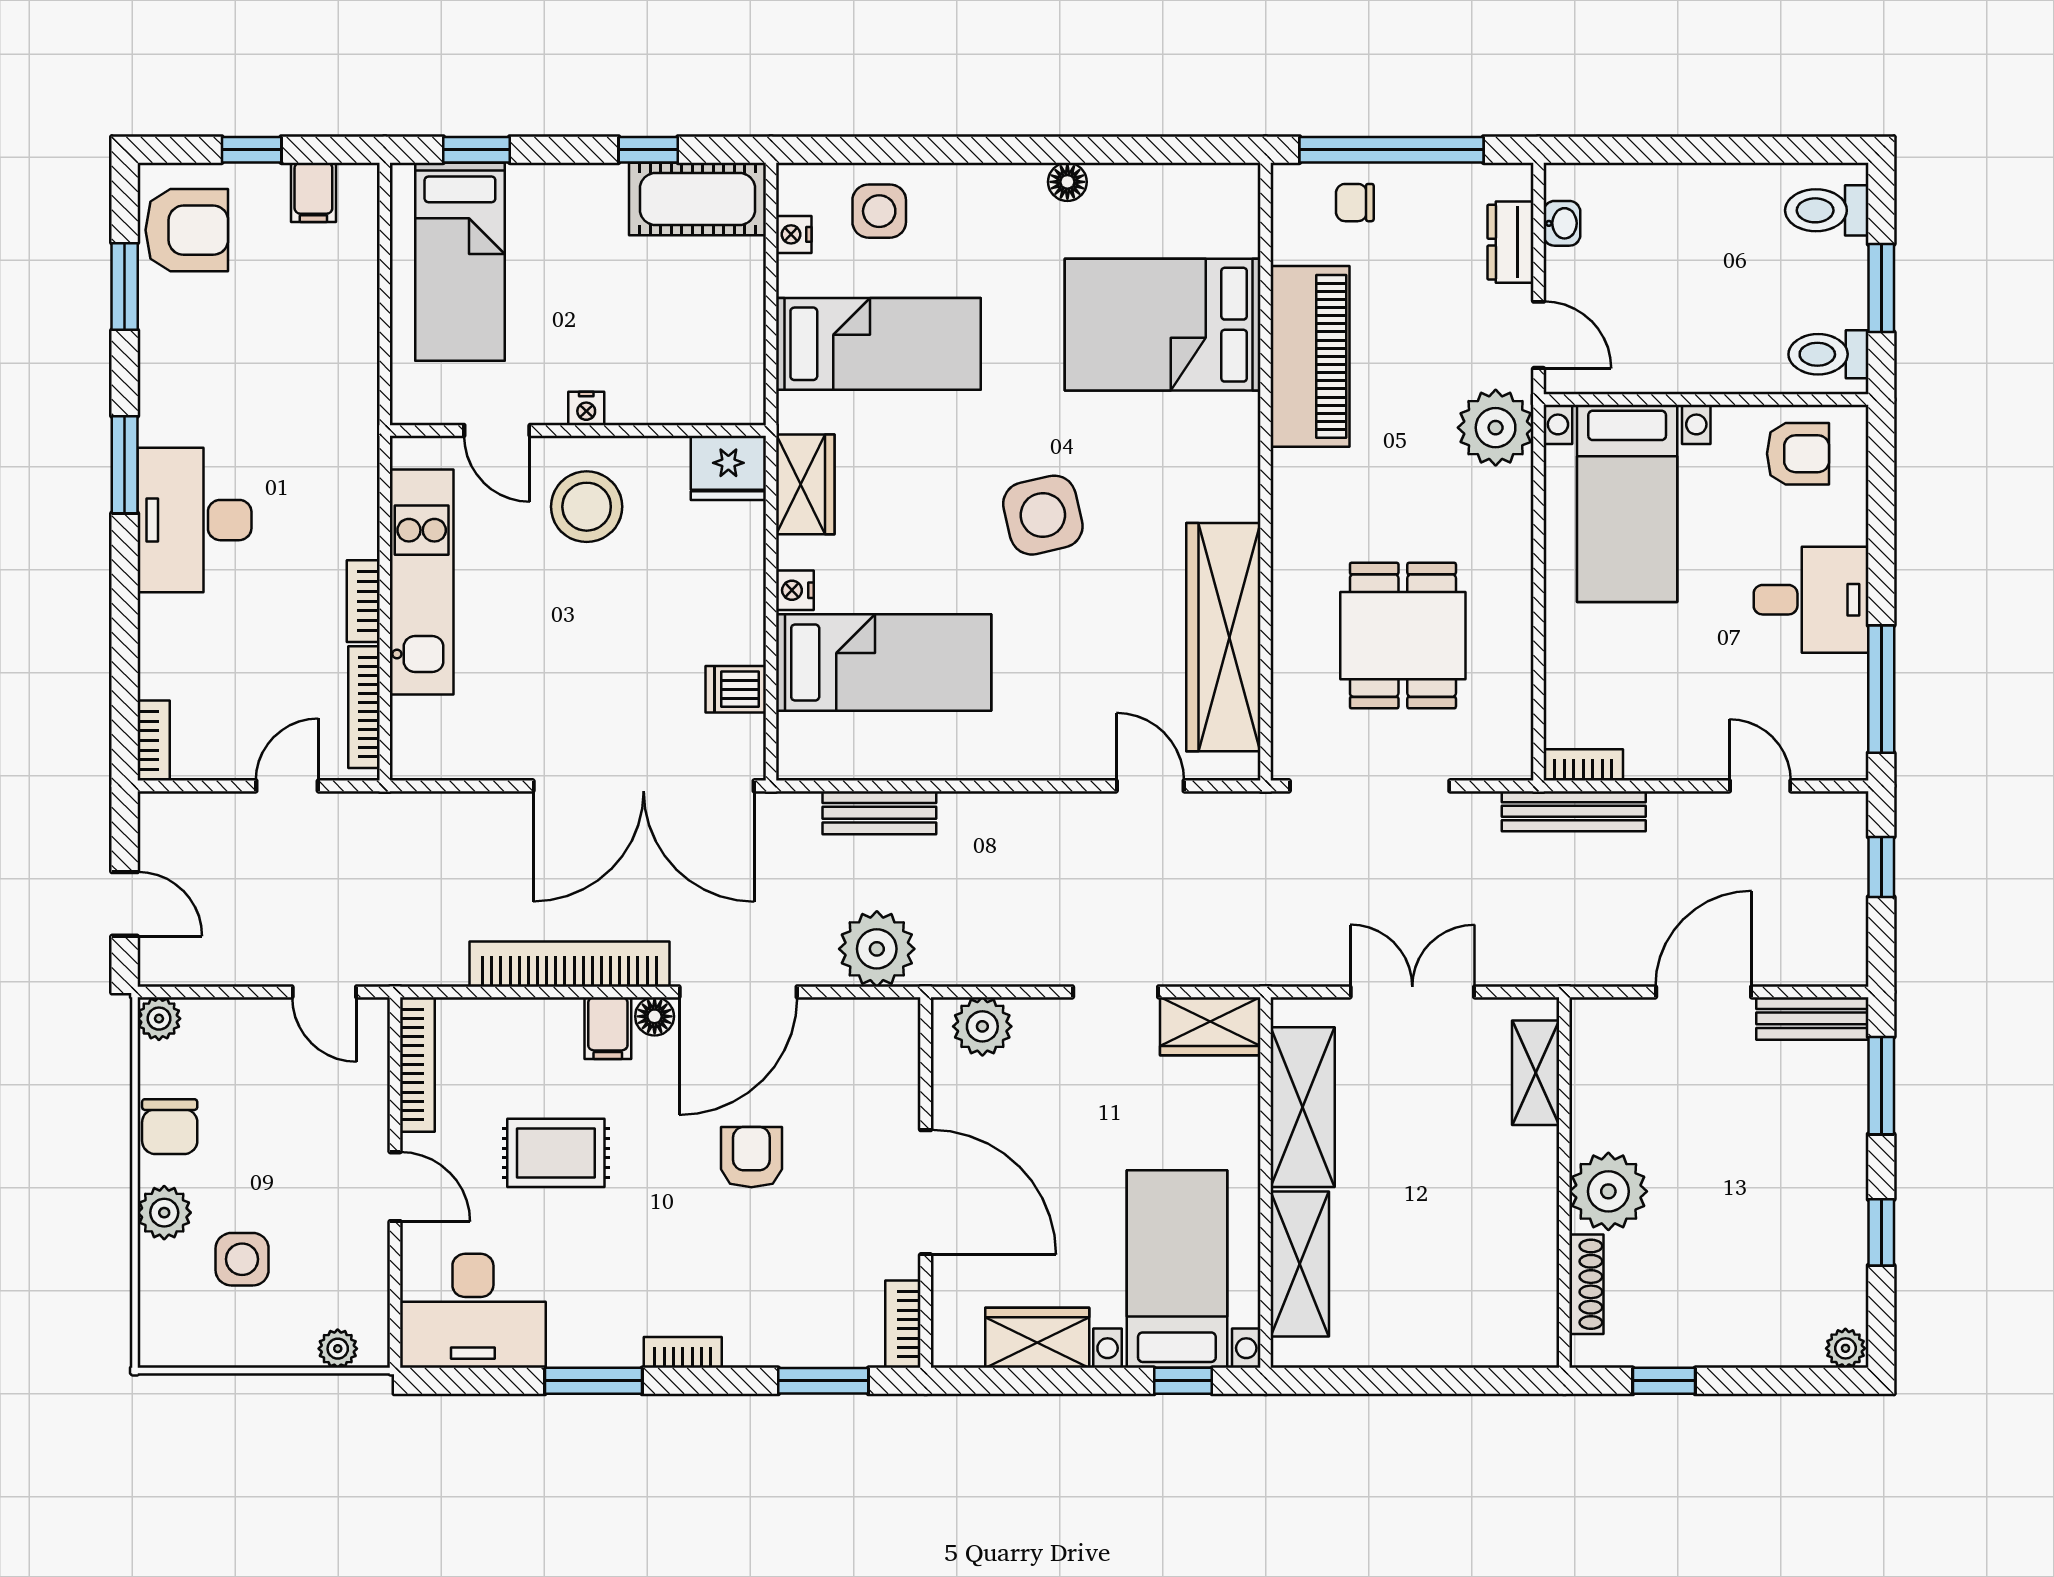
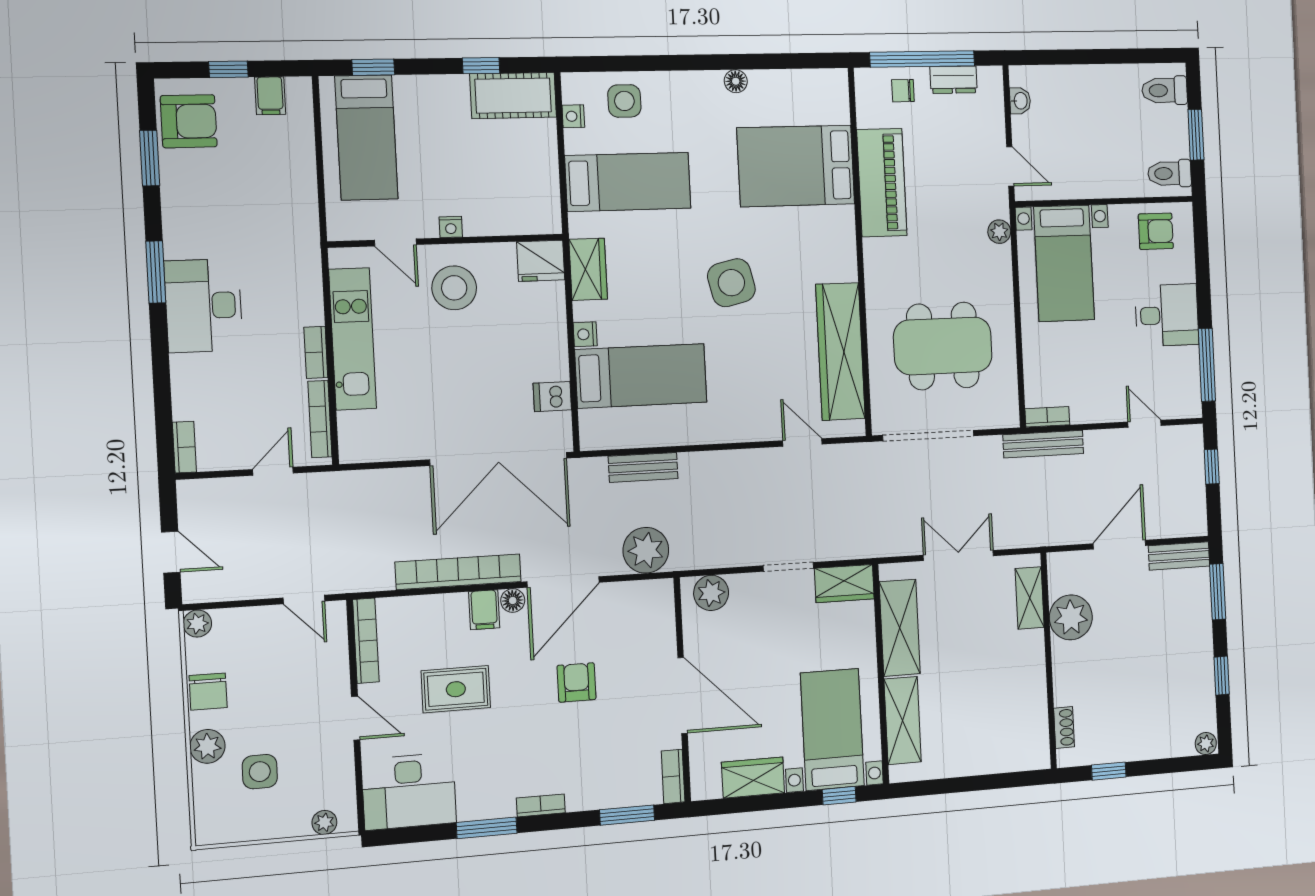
dresser: (1511, 242) -> (954, 80), moved, turned -90
plant: (1496, 428) -> (999, 232), width x0.53, depth x0.53
dining table: (1403, 636) -> (943, 346), width x1.38
plant: (1608, 1191) -> (1071, 617), moved
shoe rack: (1586, 1284) -> (1064, 728), width x0.70

